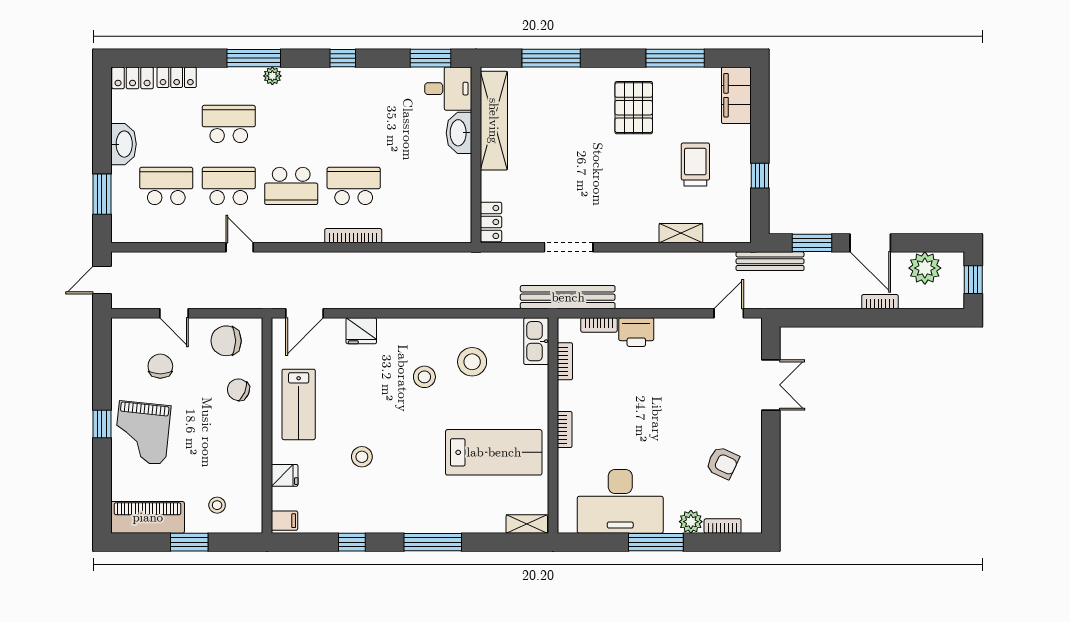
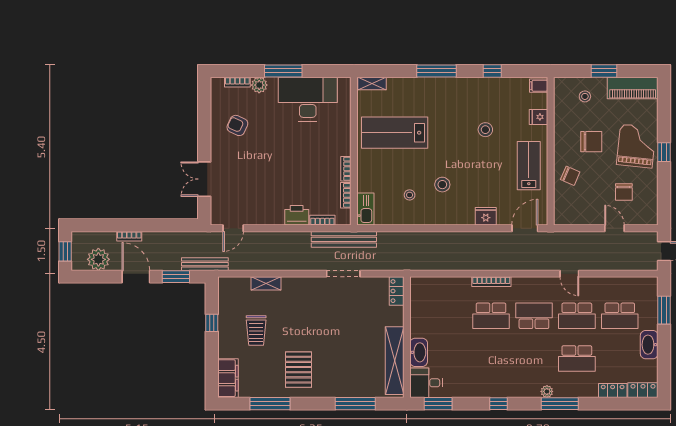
chair: (226, 341) -> (591, 142), moved
stool: (472, 362) -> (410, 195), width x0.53, depth x0.53
bookcase: (565, 430) -> (346, 169), moved

